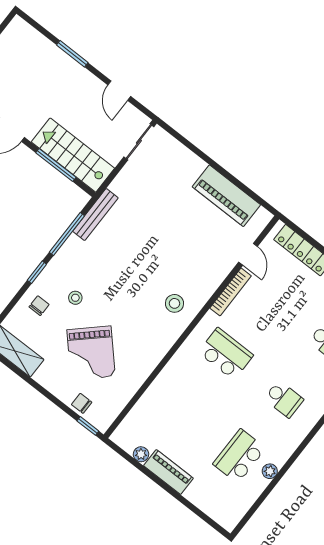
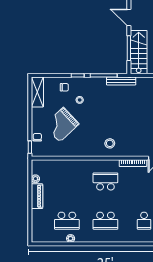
school desk: (226, 354) -> (105, 181), turned -90
school desk: (284, 399) -> (105, 221), width x1.85
school desk: (239, 456) -> (67, 221), turned 180

